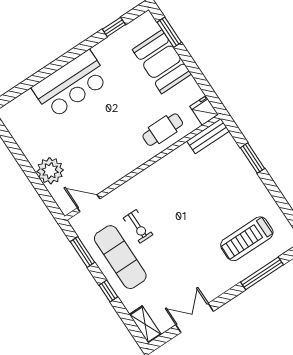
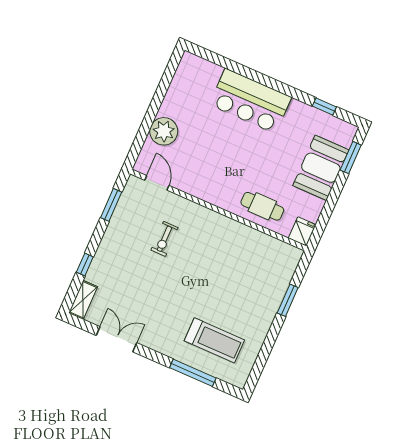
bench: (208, 136) -> (282, 249), removed
treadmill: (247, 239) -> (214, 340), turned 180
exercise mat: (120, 257) -> (128, 240), removed
window: (108, 291) -> (85, 265), moved

